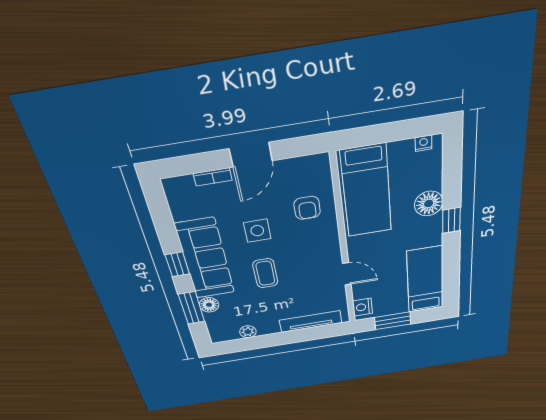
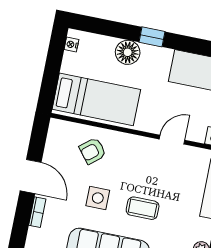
armchair: (307, 208) -> (93, 151), turned 141

